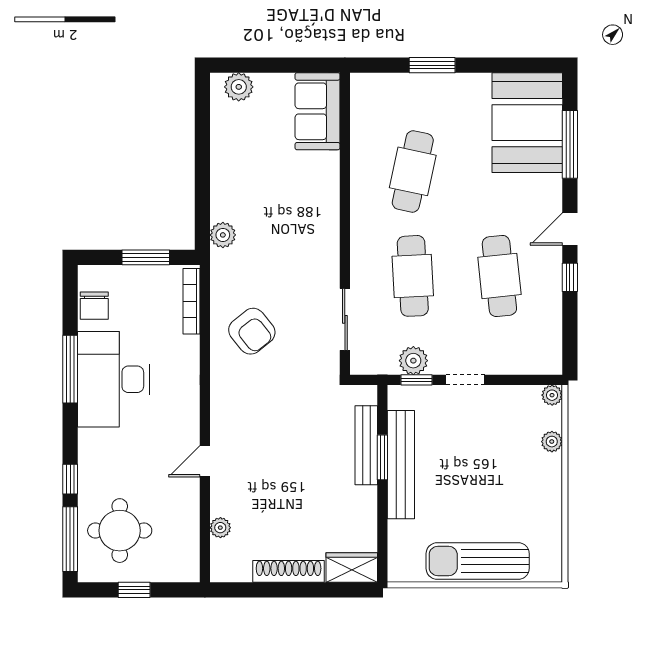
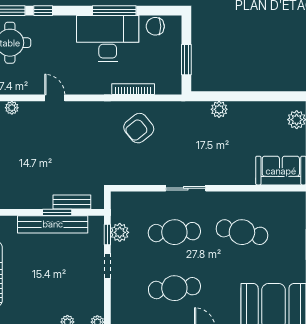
plant: (223, 235) -> (219, 109), moved
bookcase: (192, 301) -> (133, 89), moved
sliding door: (345, 319) -> (186, 188), moved
bench: (366, 445) -> (72, 202), width x0.73

